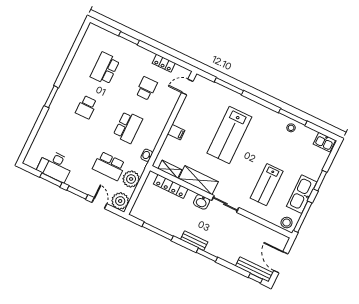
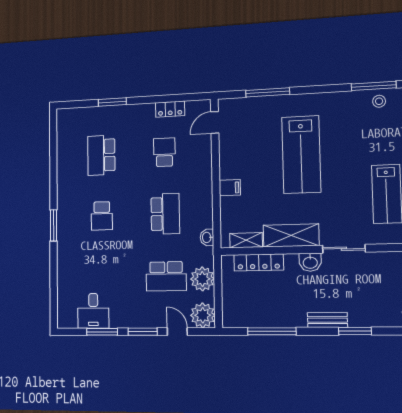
desk: (55, 166) -> (93, 311), width x0.73

